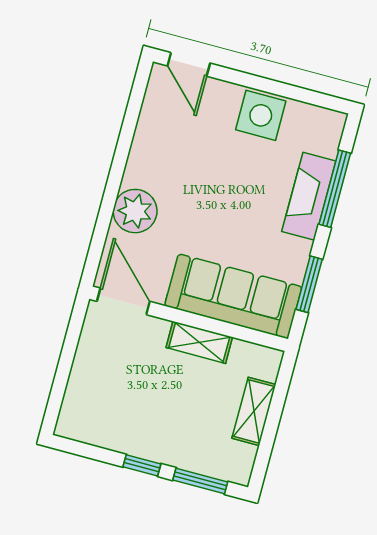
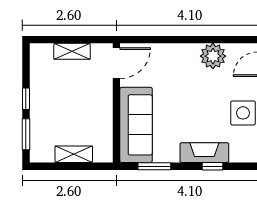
window: (335, 189) -> (213, 166), width x0.46
plant: (135, 211) -> (213, 56), moved
shelving: (199, 342) -> (72, 51), moved, turned 90

